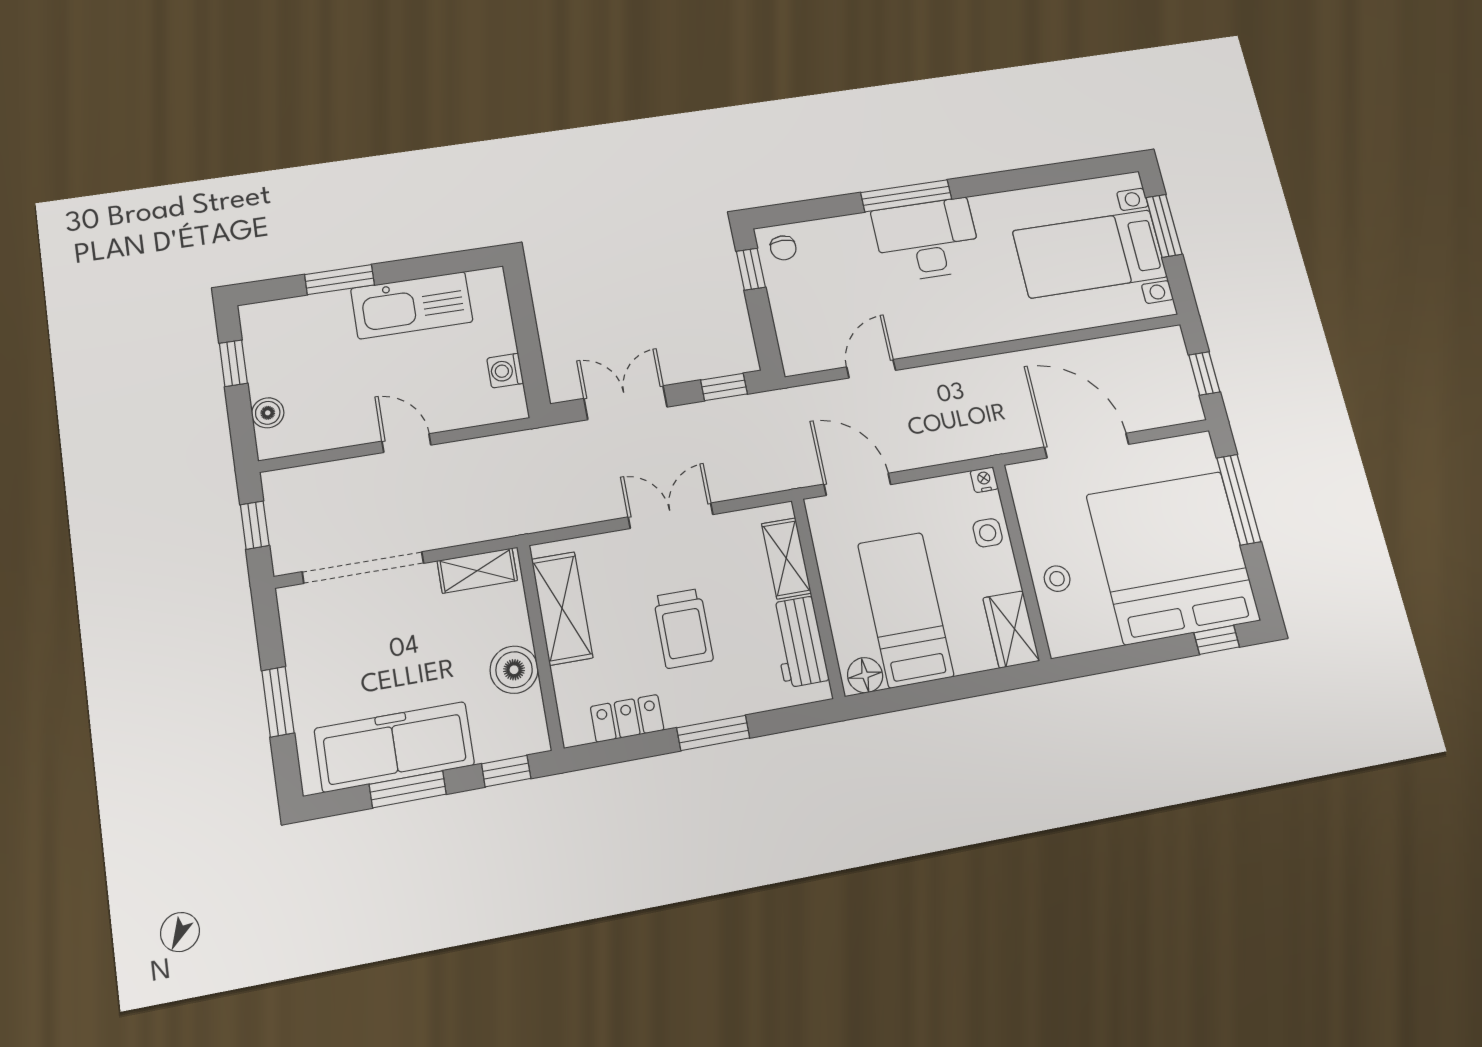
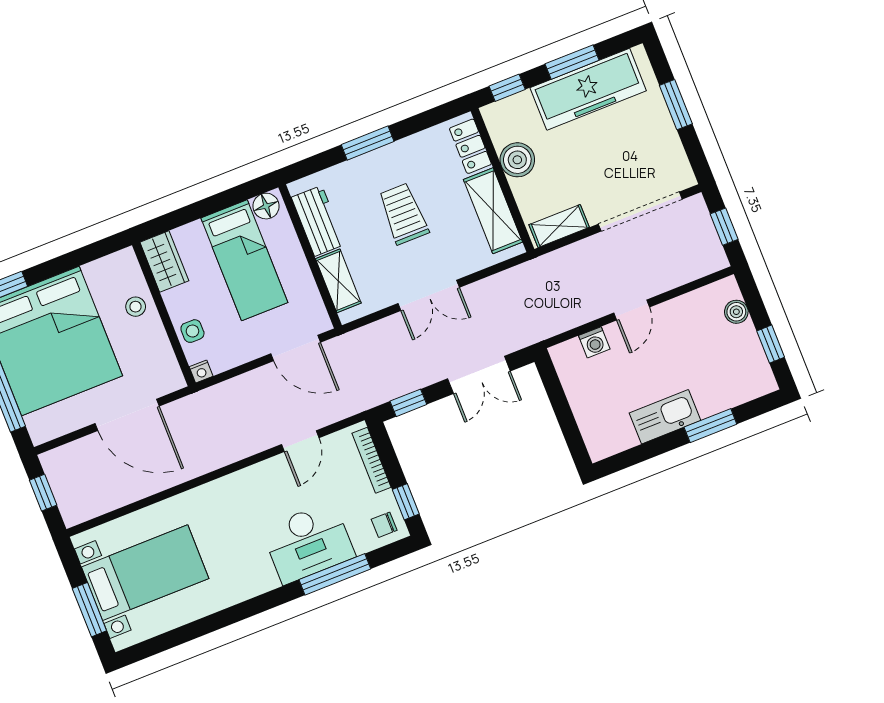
window: (906, 196) -> (335, 574), moved
desk: (927, 240) -> (308, 543), moved
chair: (783, 248) -> (384, 525), turned -90
kitchen sink: (412, 305) -> (665, 417), width x0.73, depth x0.81
bookcase: (785, 327) -> (372, 460), added
washing machine: (505, 371) -> (594, 342), moved, turned 90
door: (406, 443) -> (632, 310), hinge flipped
locker: (627, 718) -> (470, 146), moved, turned 90

